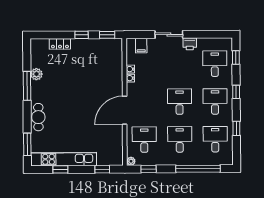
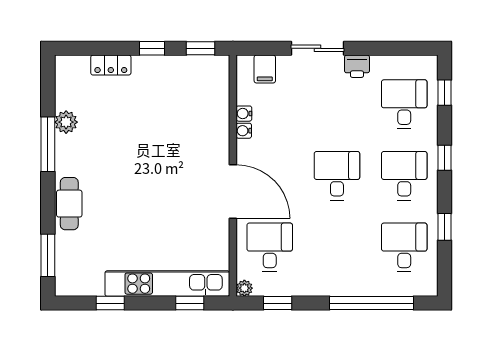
door: (125, 110) -> (233, 192), swing flipped
desk: (180, 139) -> (337, 247), removed
kitchen unit: (64, 159) -> (167, 284), moved

